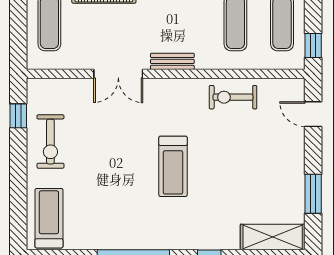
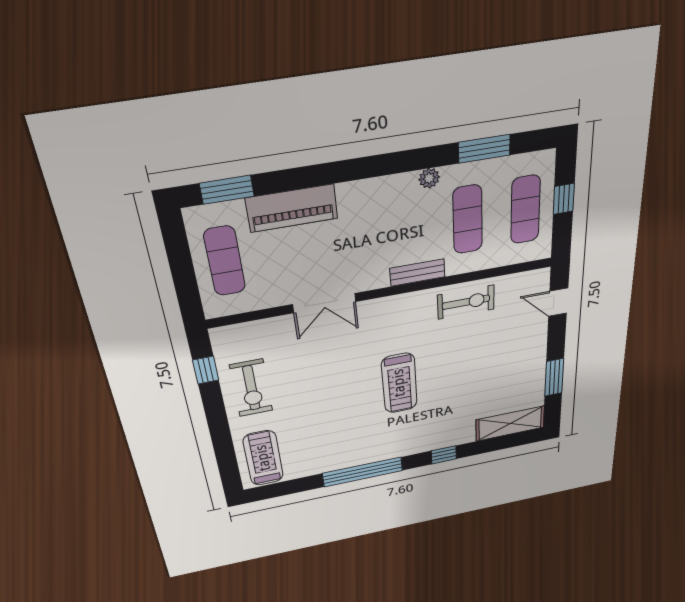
window: (313, 46) -> (564, 199), moved
bench: (172, 61) -> (417, 273), moved
exercise bike: (233, 97) -> (466, 302), turned 180

